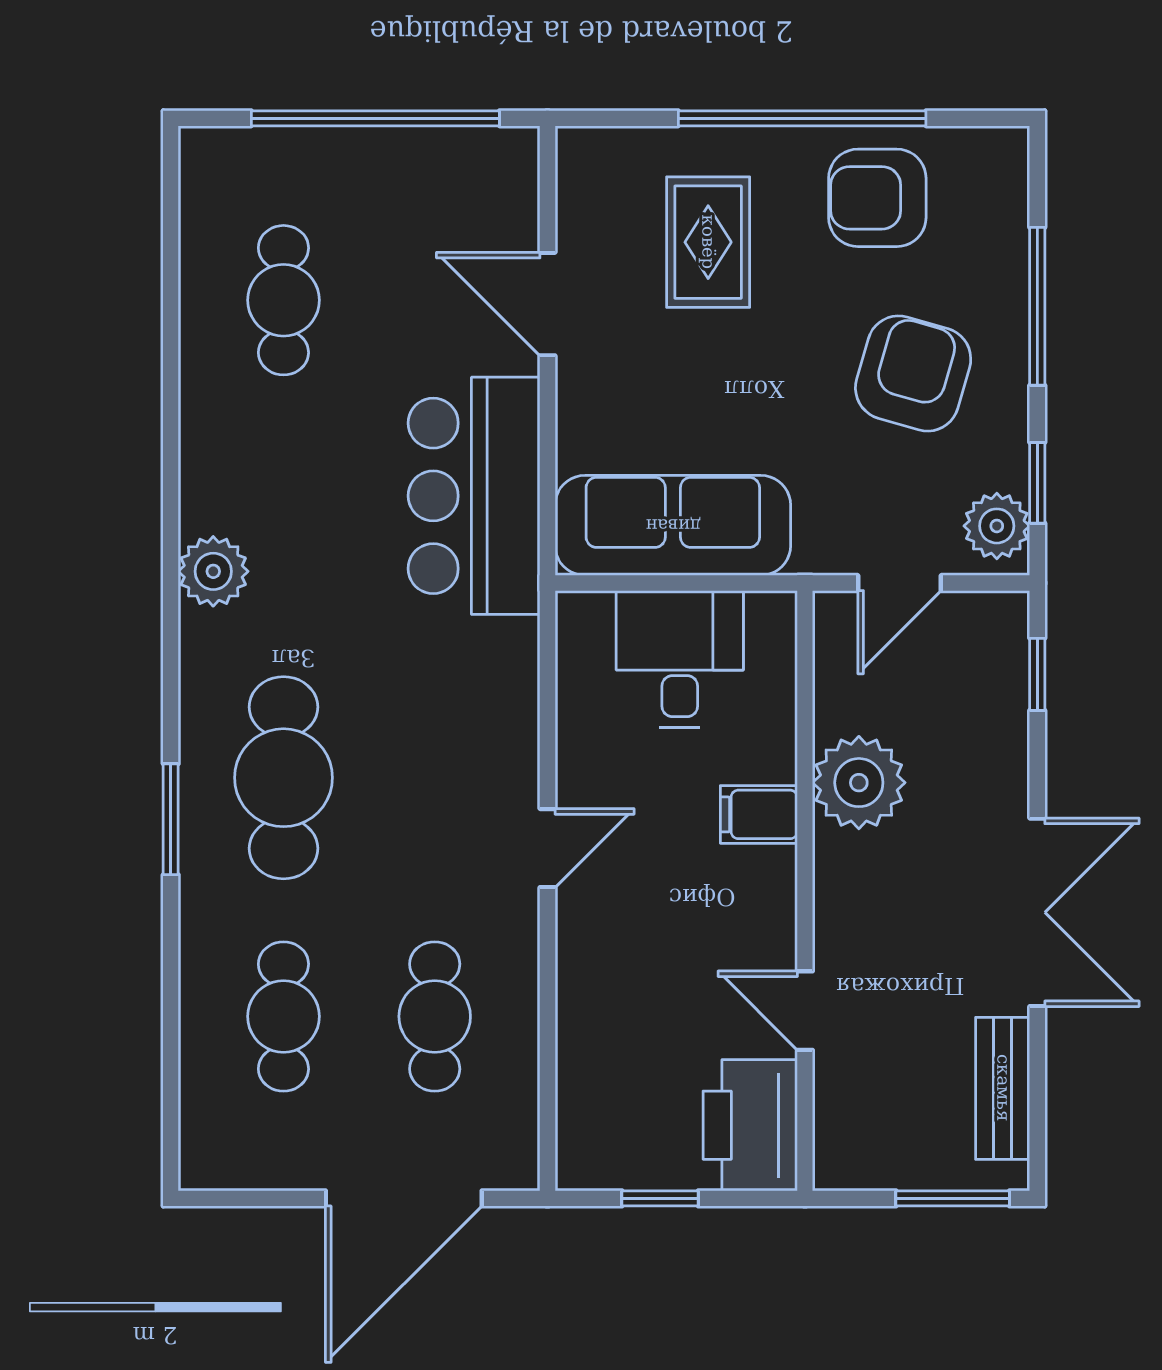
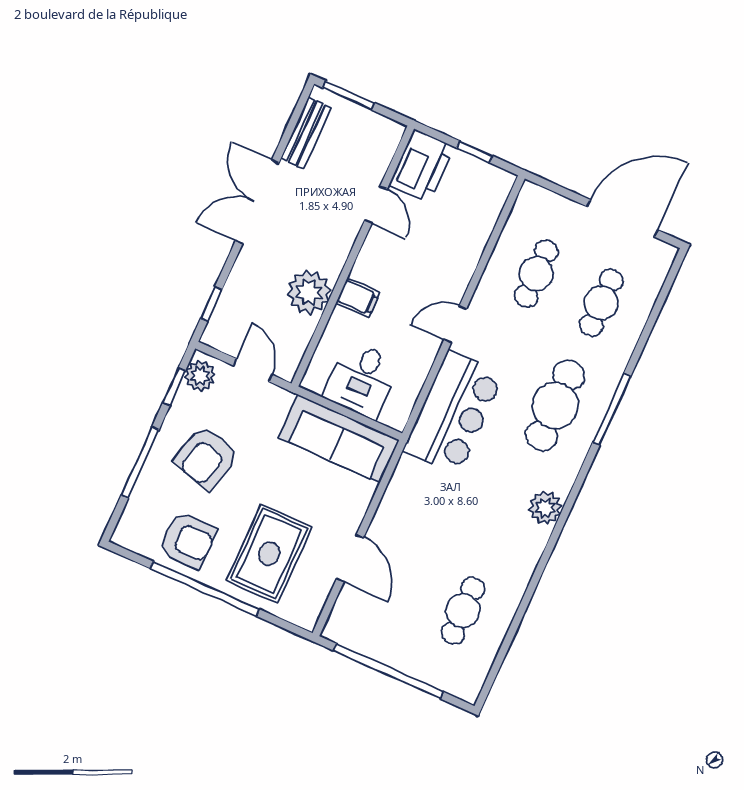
rug: (708, 242) -> (269, 554), width x1.36, depth x1.43
bar counter: (474, 496) -> (454, 412), moved
door: (899, 583) -> (253, 370), hinge flipped
window: (171, 819) -> (612, 409), width x1.44
door: (404, 1198) -> (622, 218), moved

